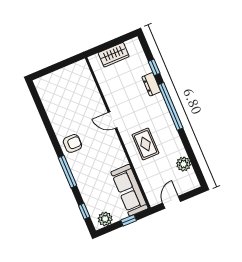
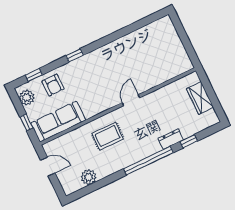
armchair: (72, 143) -> (53, 85), moved
window: (67, 172) -> (75, 55), width x0.46

